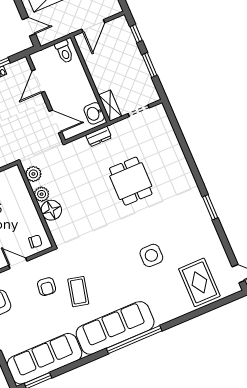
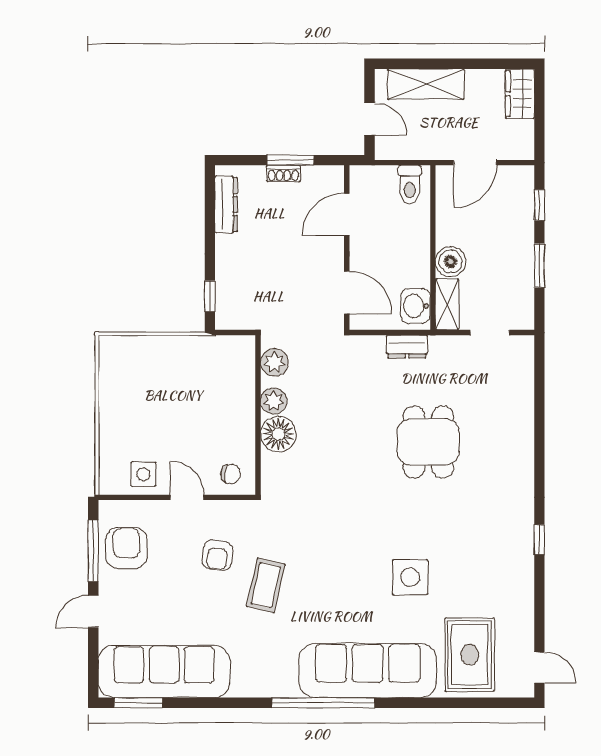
boiler: (102, 83) -> (451, 262), added
window: (210, 207) -> (539, 540), width x0.67
sofa: (115, 328) -> (368, 670), moved

